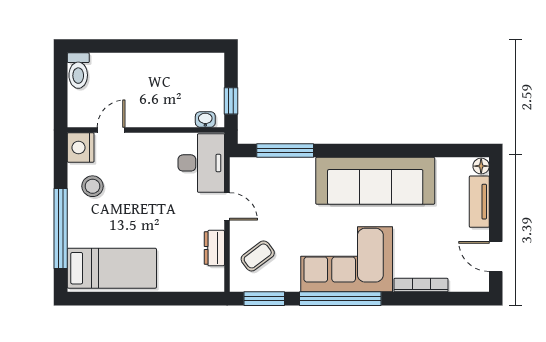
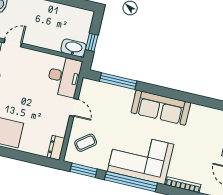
washbasin: (205, 119) -> (74, 48), width x1.91, depth x1.45
sofa: (375, 181) -> (161, 108), width x0.74, depth x0.79
dresser: (214, 248) -> (56, 148), moved

